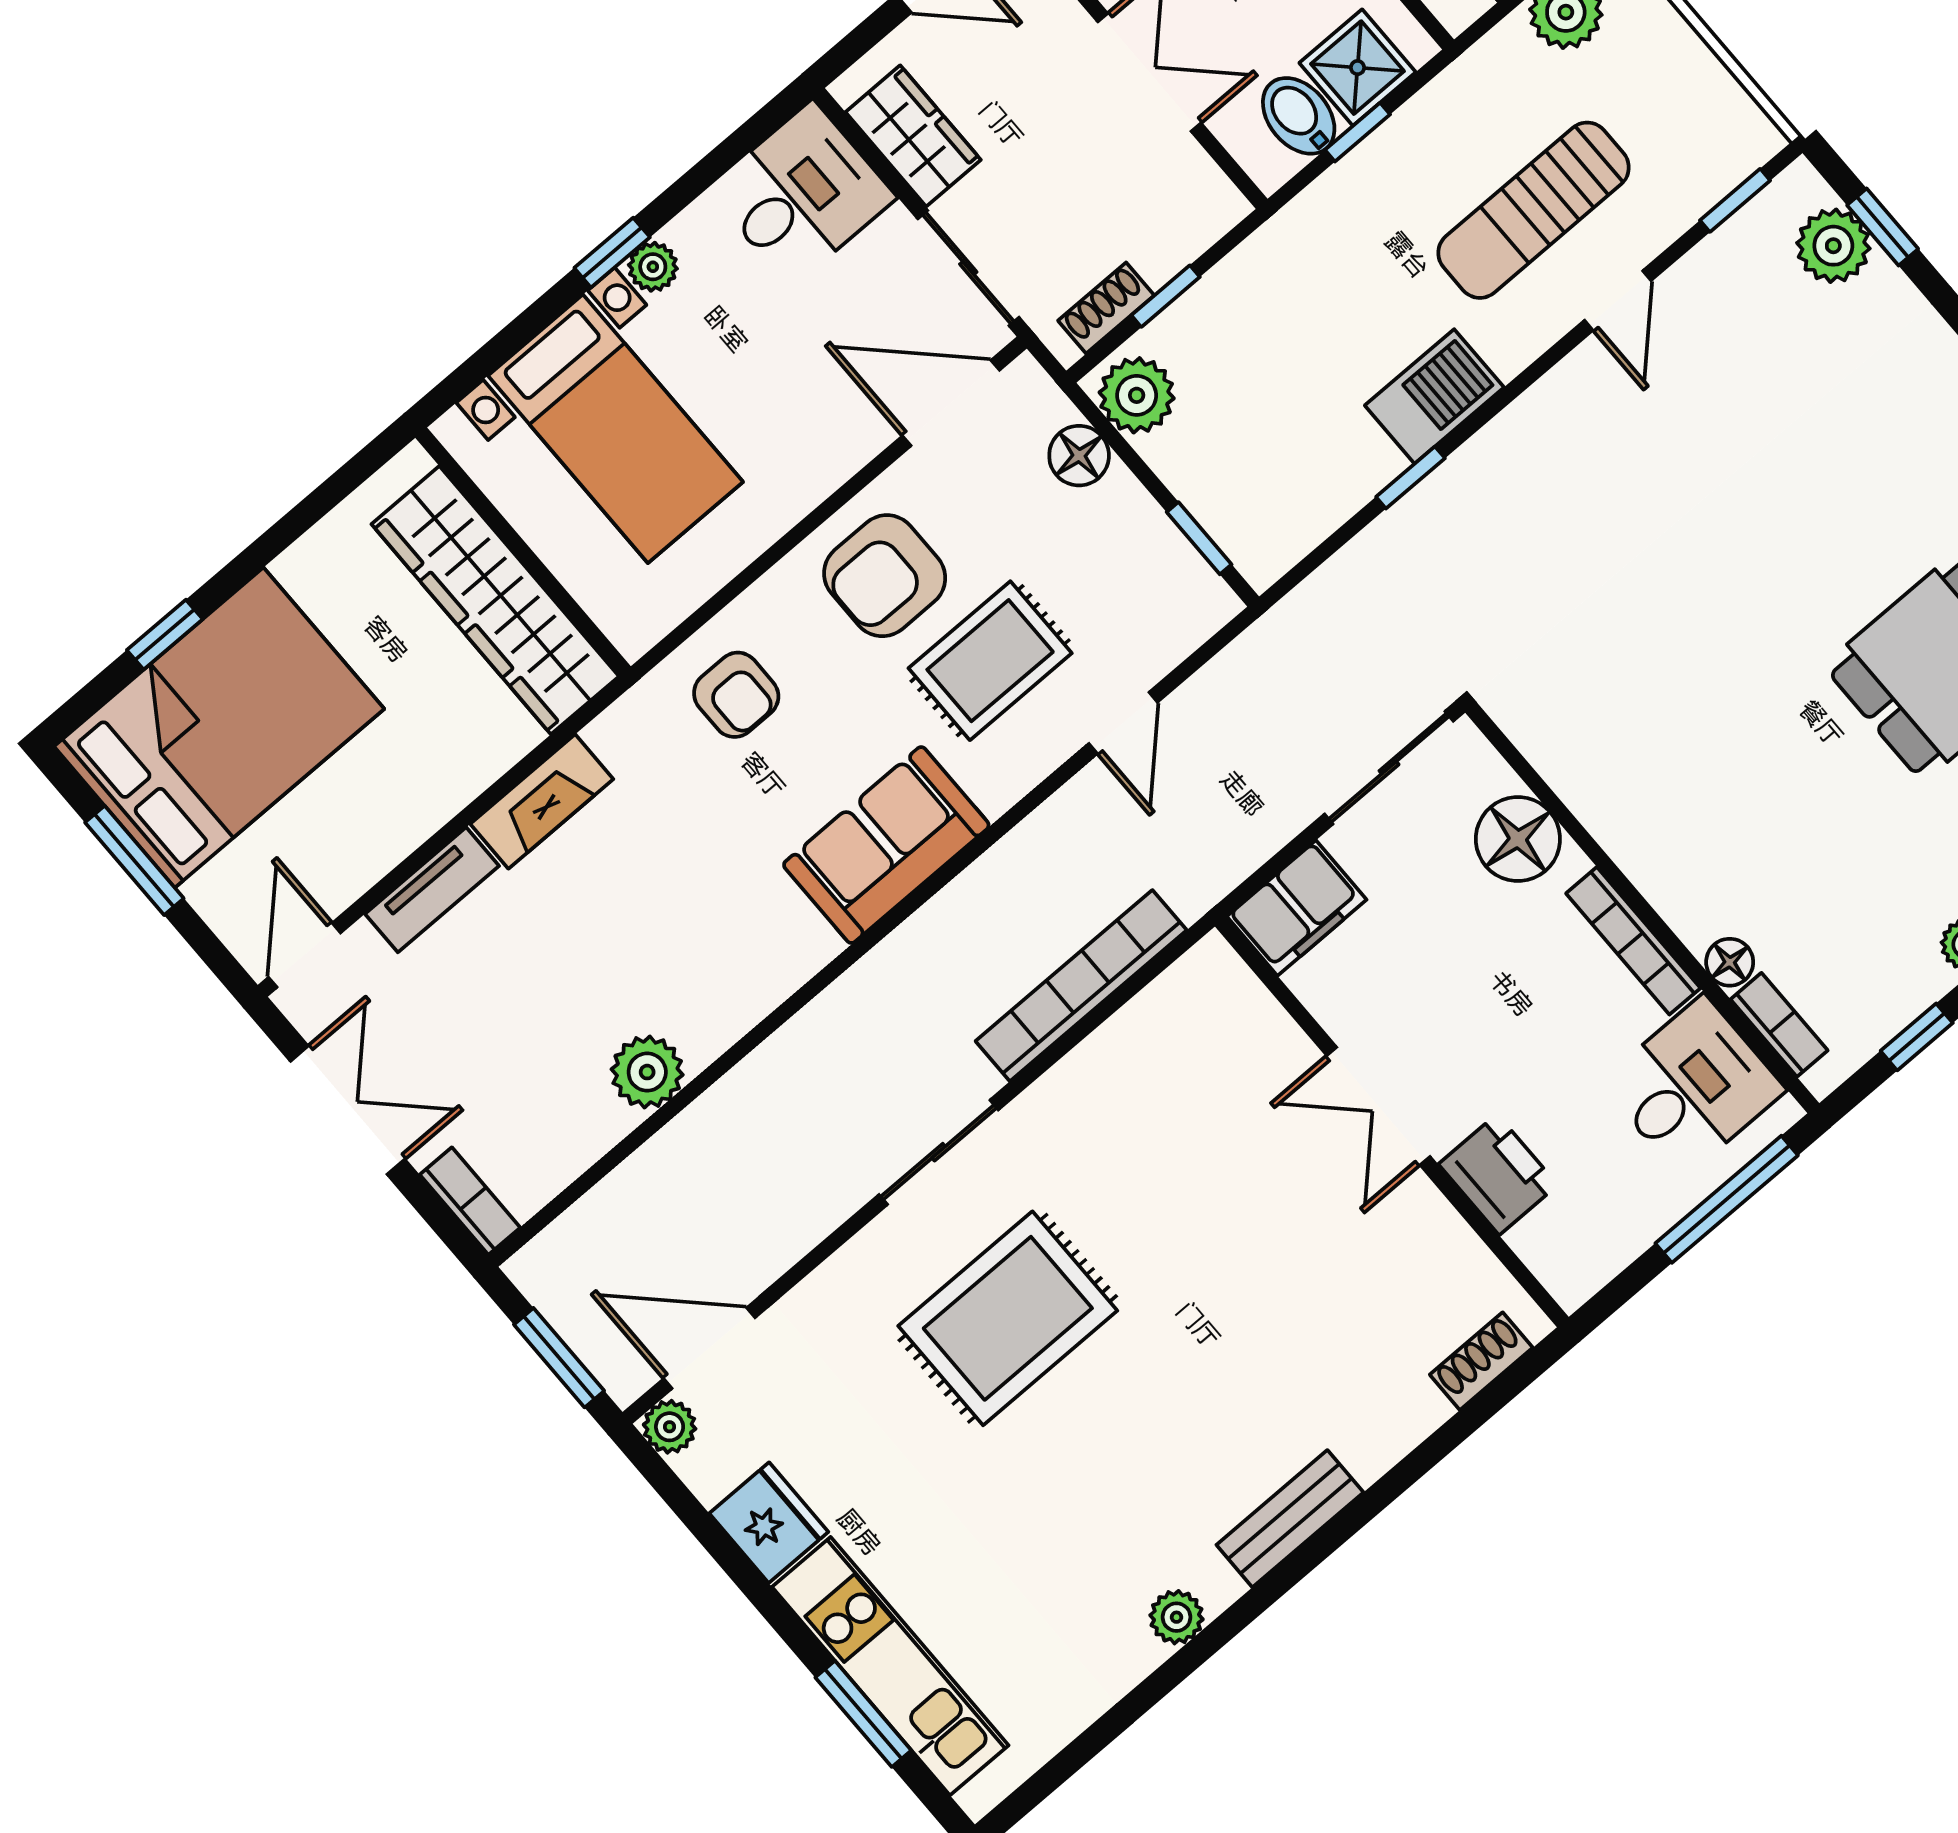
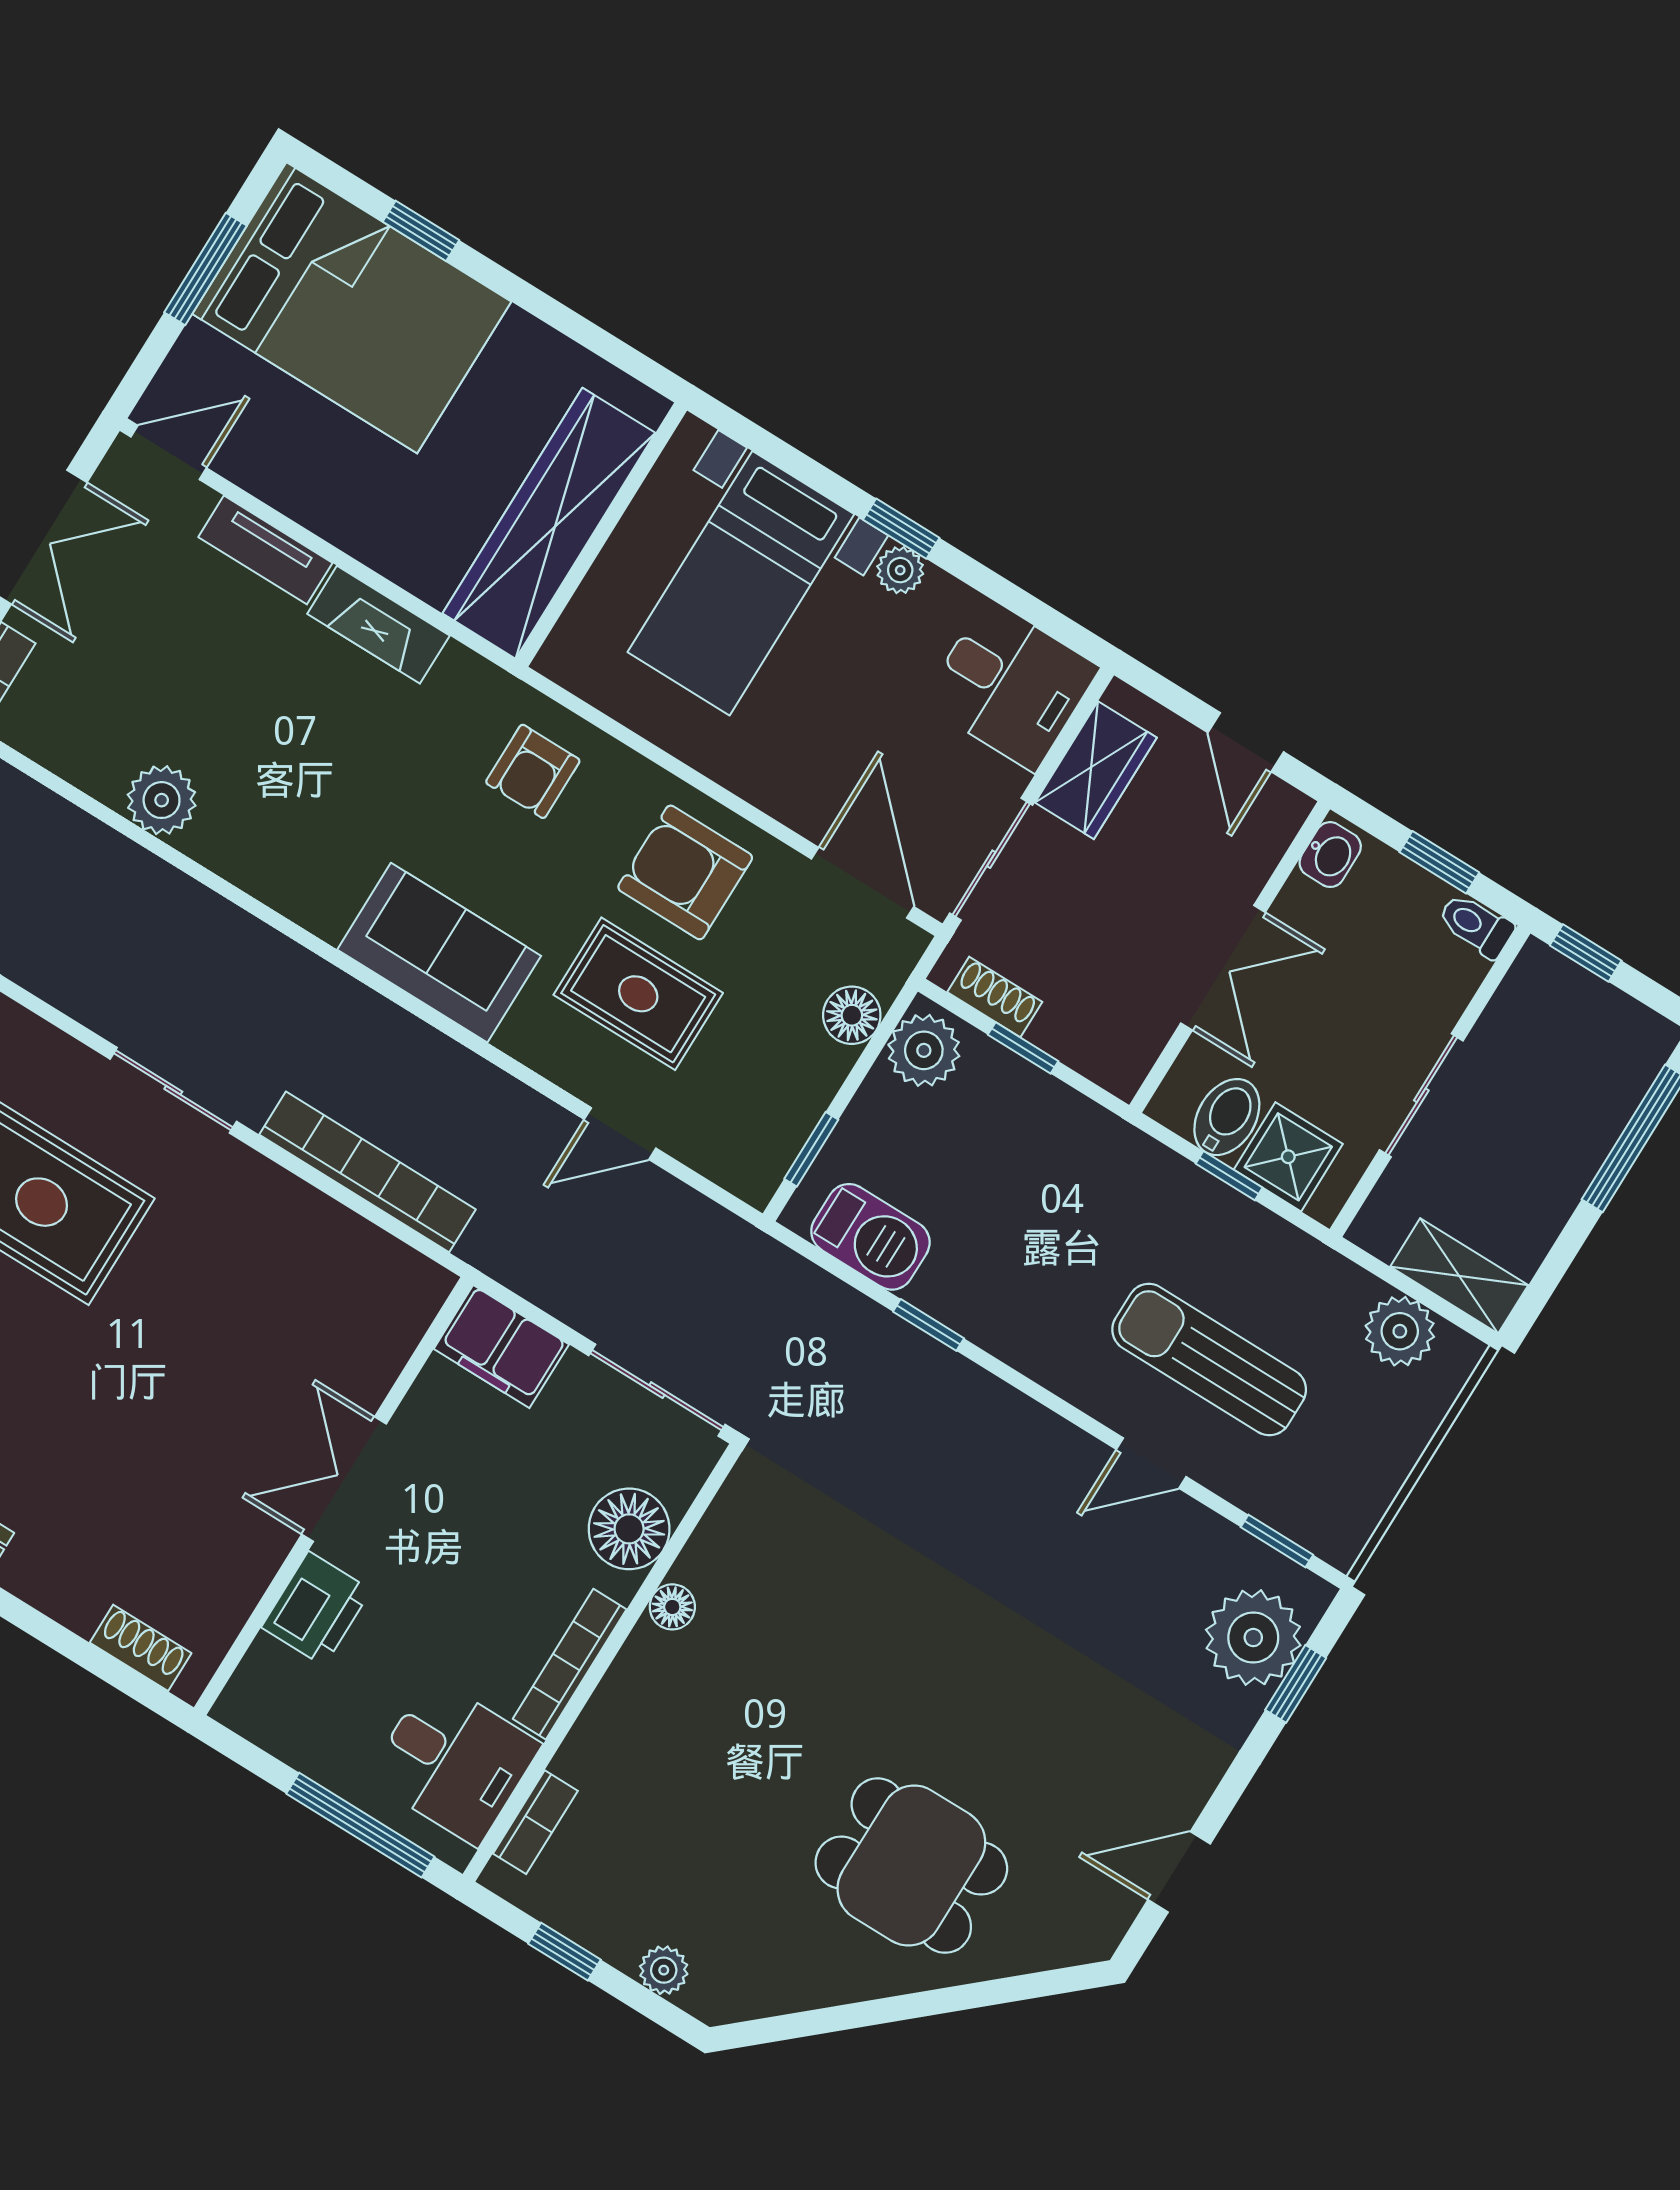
plant: (1833, 246) -> (1253, 1638), width x1.36, depth x1.36
barbecue: (1434, 396) -> (870, 1237), moved
floor lamp: (1730, 962) -> (672, 1607), moved

